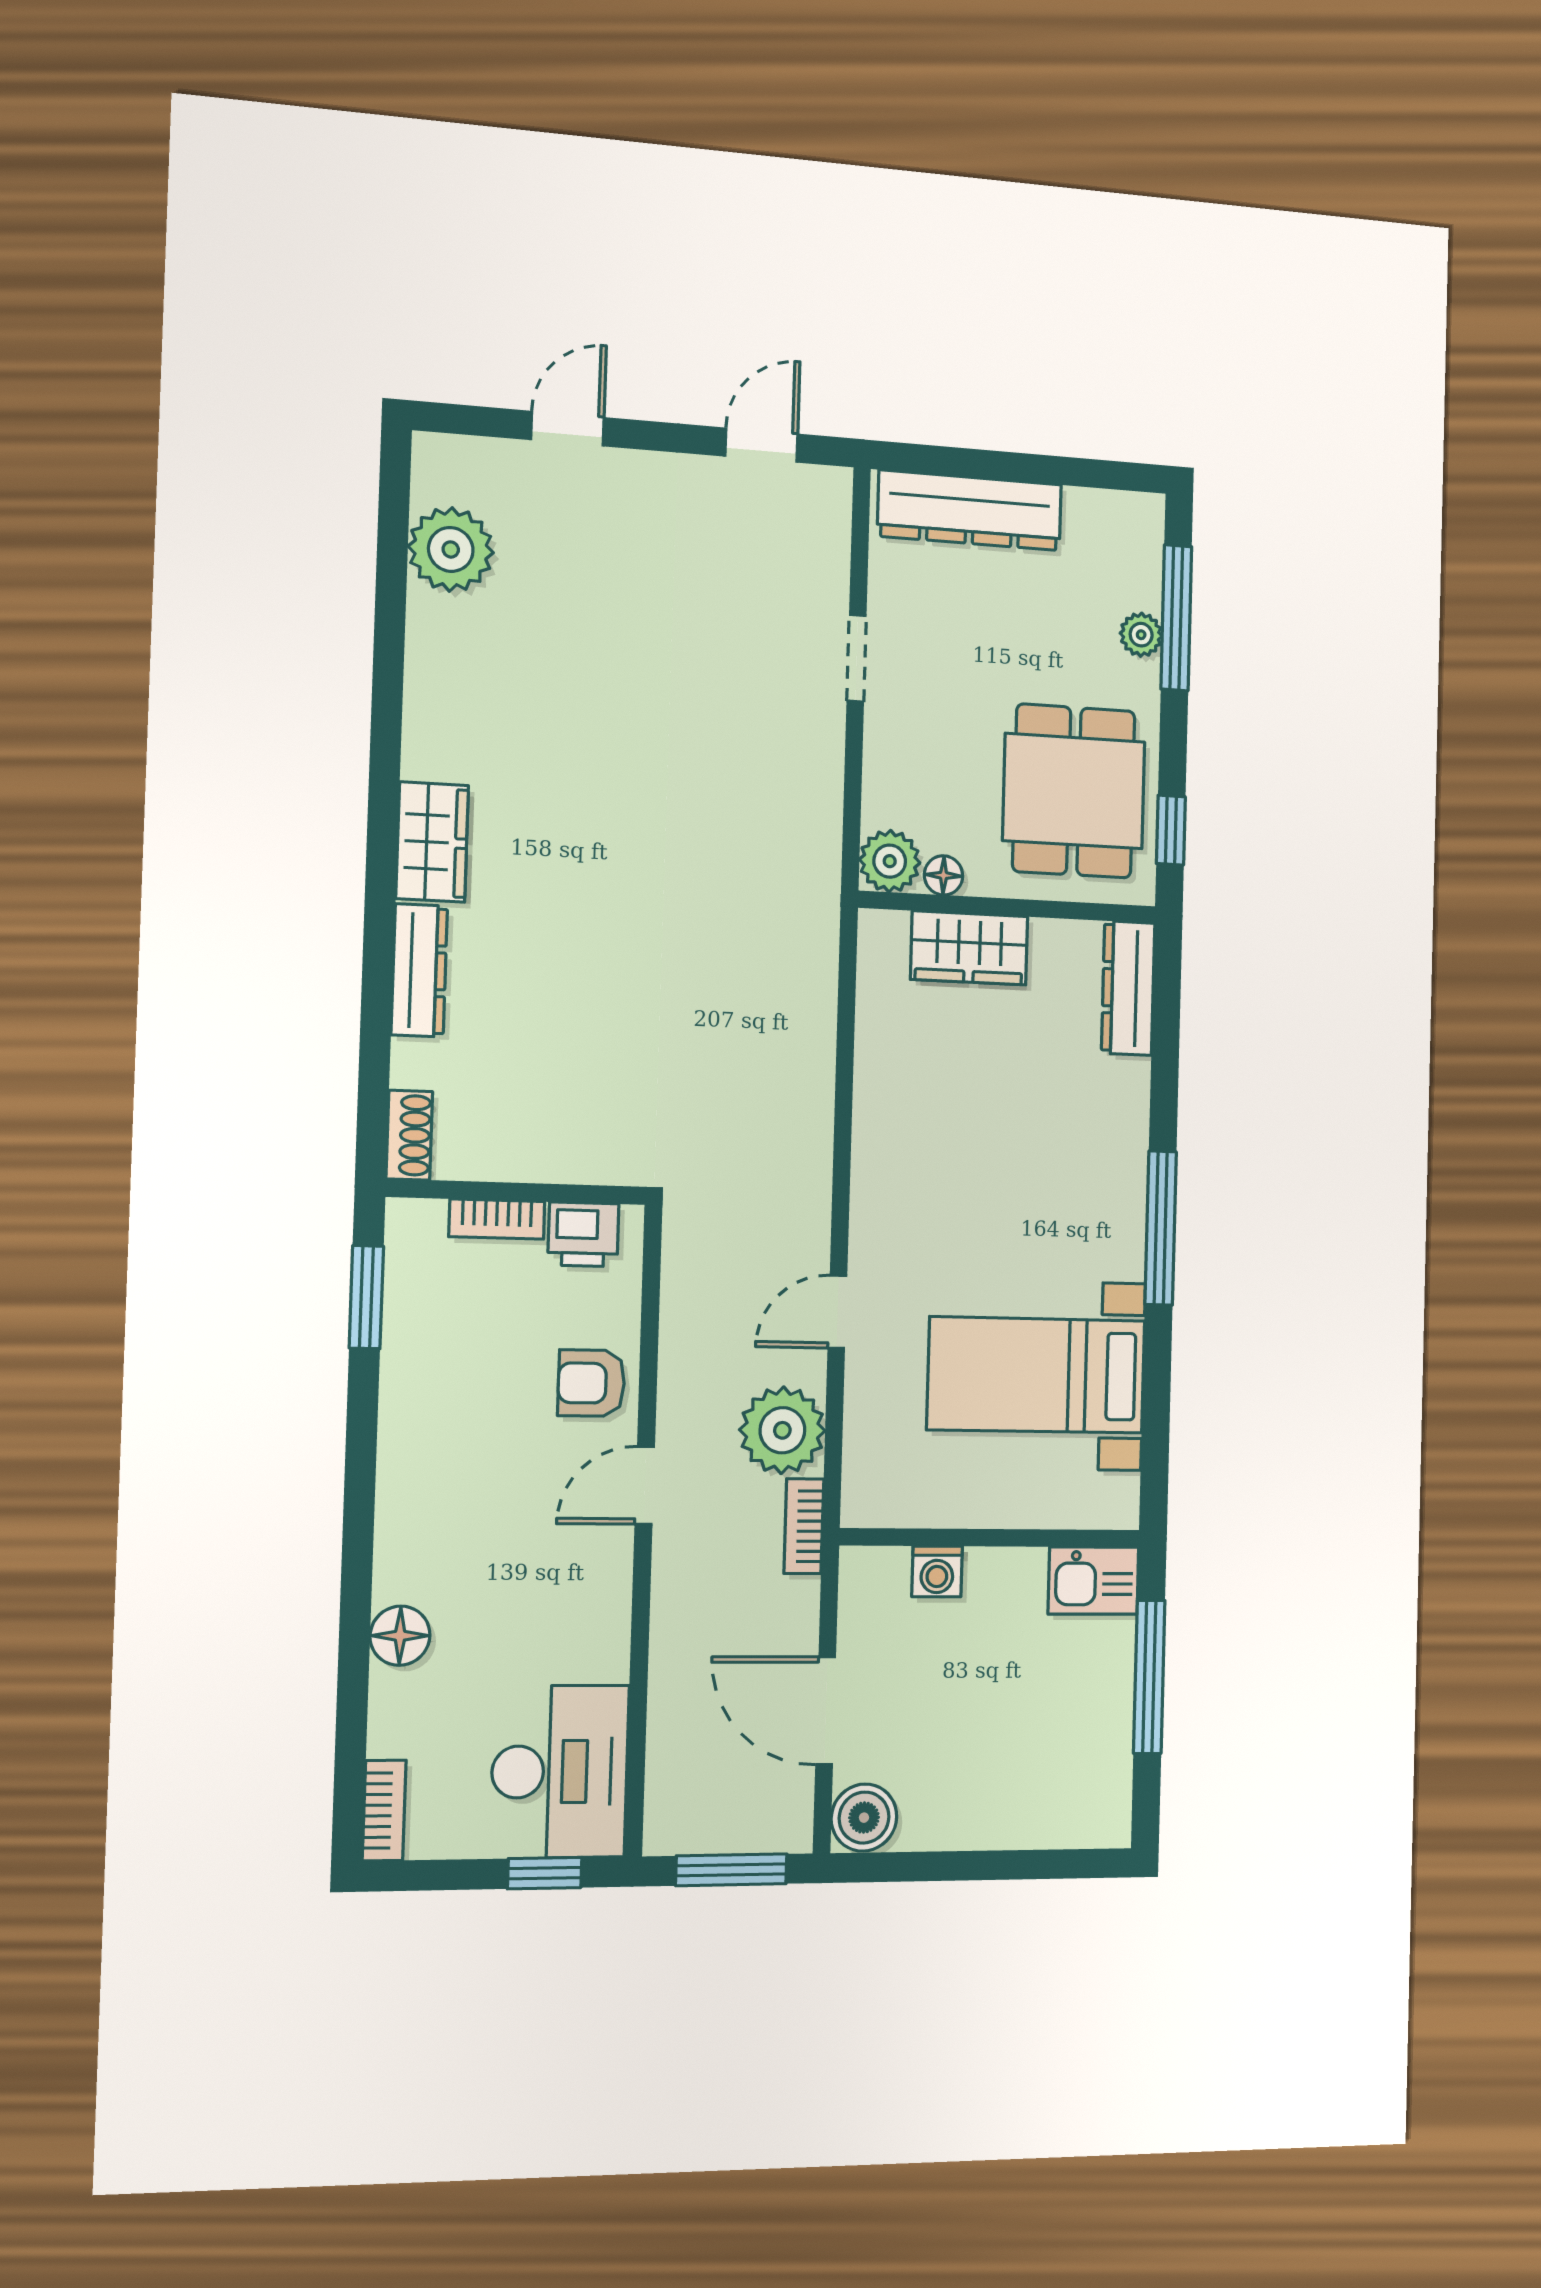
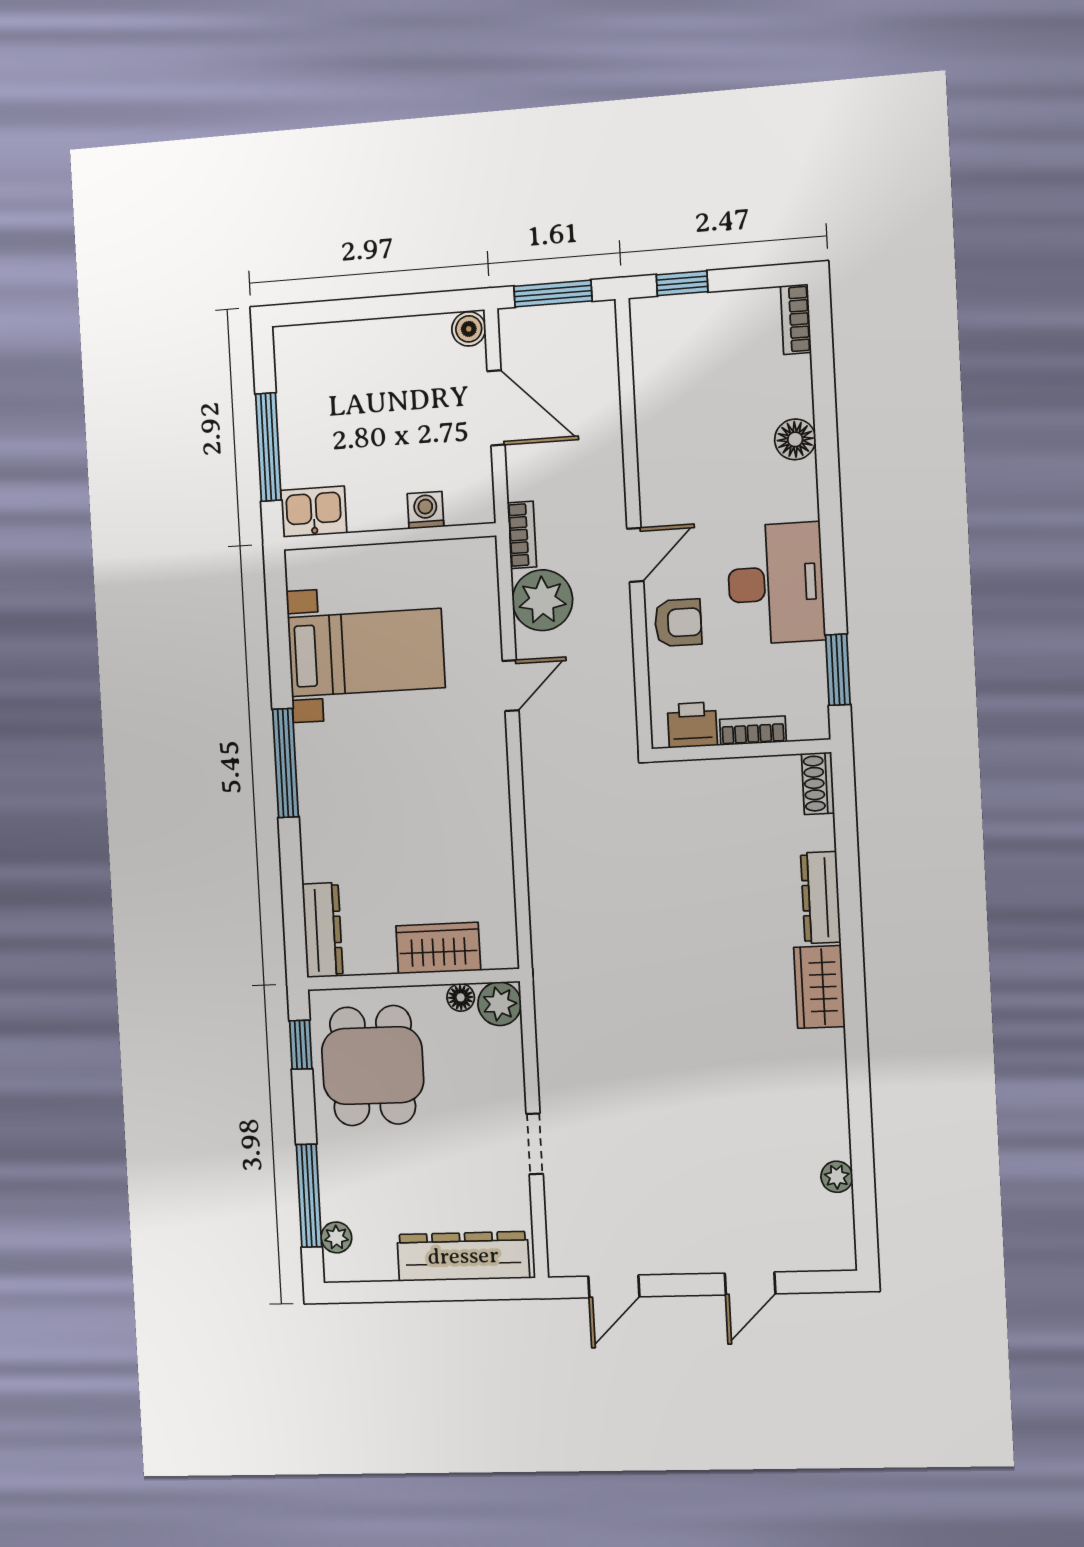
plant: (451, 549) -> (837, 1177), width x0.53, depth x0.53
plant: (1141, 635) -> (336, 1237), moved
desk: (560, 1772) -> (776, 583), moved, turned 180
boiler: (864, 1818) -> (469, 329), width x0.73, depth x0.73

